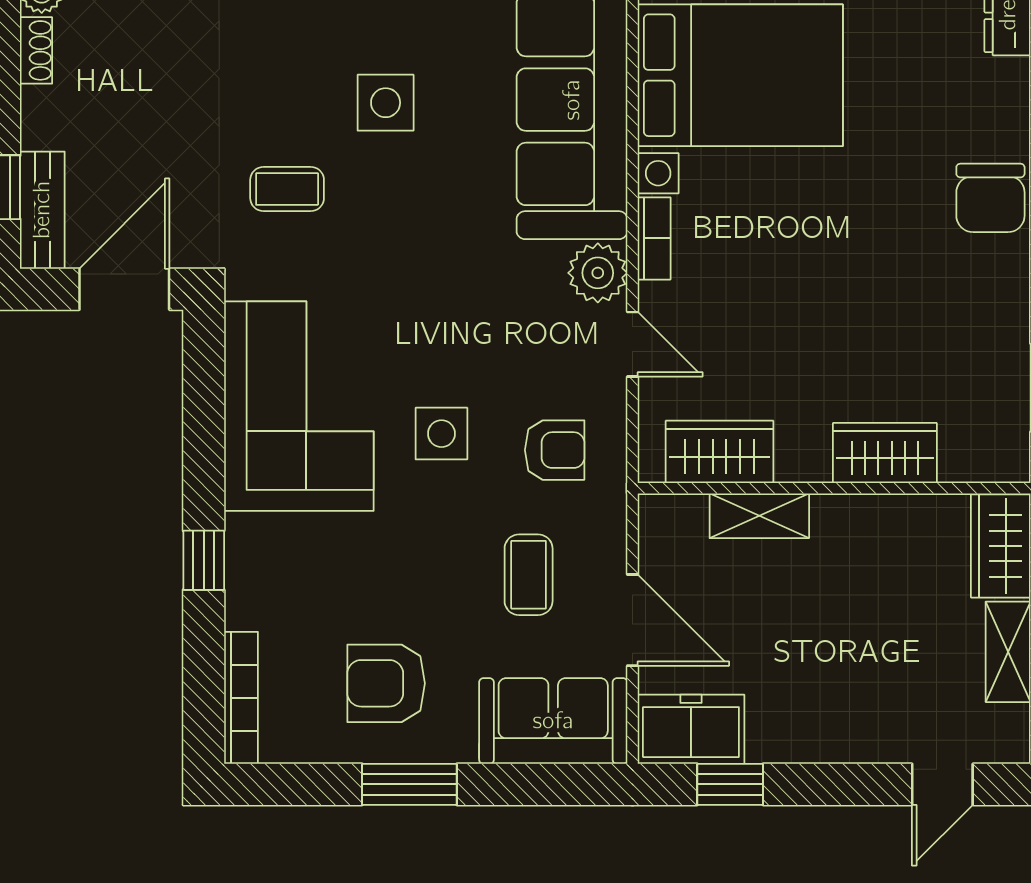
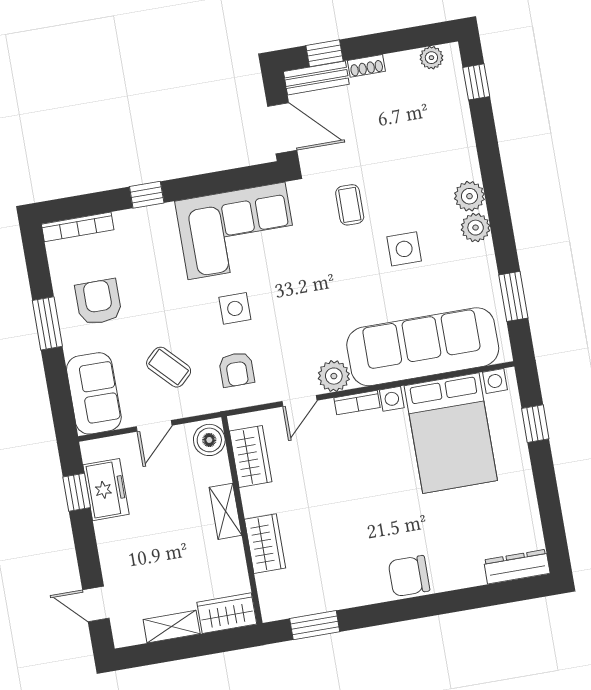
shoe rack: (36, 50) -> (366, 66), moved
shelving: (759, 516) -> (225, 511), moved
boiler: (676, 523) -> (209, 440), added
coffee table: (529, 575) -> (169, 367), turned 46
door: (633, 620) -> (154, 426), width x0.73
freezer: (691, 729) -> (106, 490), moved

